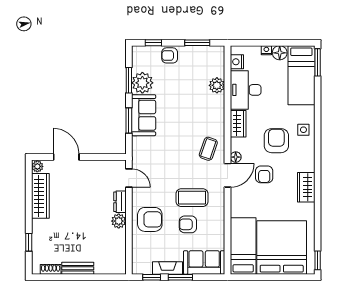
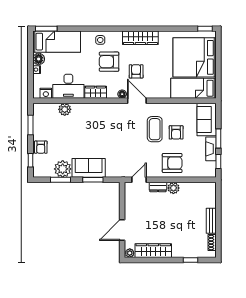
coffee table: (208, 149) -> (116, 116), removed
armchair: (264, 174) -> (136, 71), turned -90
wardrobe: (306, 187) -> (140, 38), width x1.50
armchair: (150, 219) -> (172, 163), turned 90

